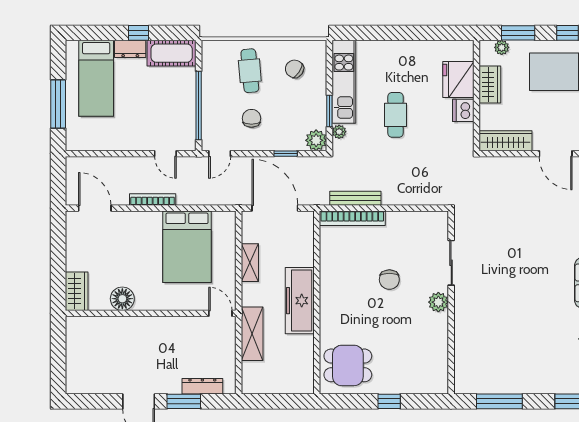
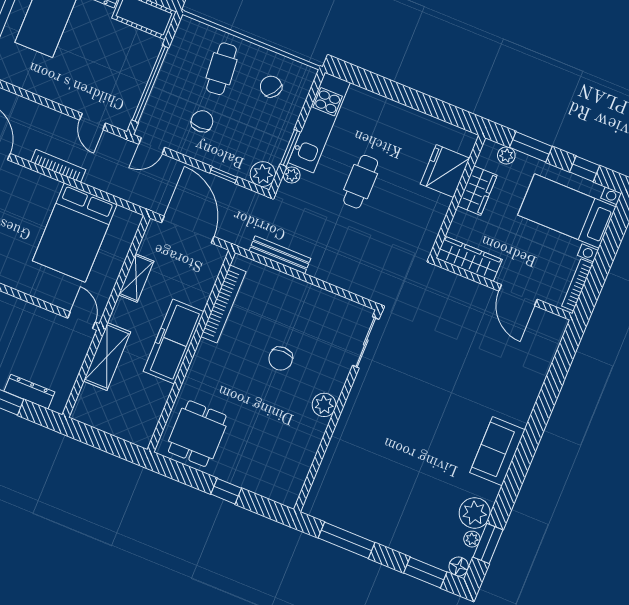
dishwasher: (463, 110) -> (436, 207), removed
bookcase: (352, 218) -> (223, 304), moved, turned -90
sliding door: (451, 263) -> (366, 342), moved
dining table: (348, 365) -> (197, 434), turned 90

